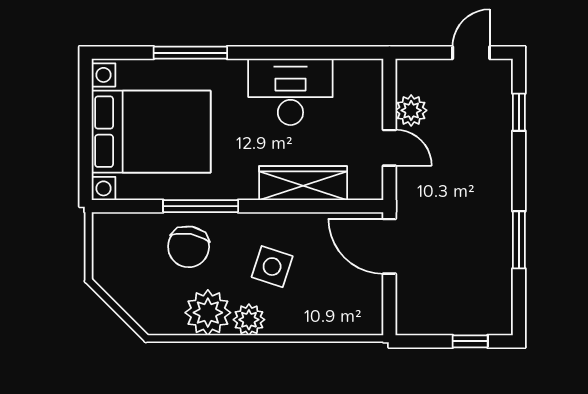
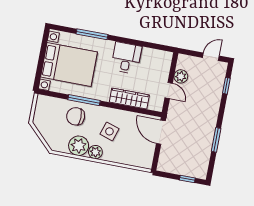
desk: (290, 92) -> (126, 58), width x0.73
chair: (189, 247) -> (76, 116), turned 80

